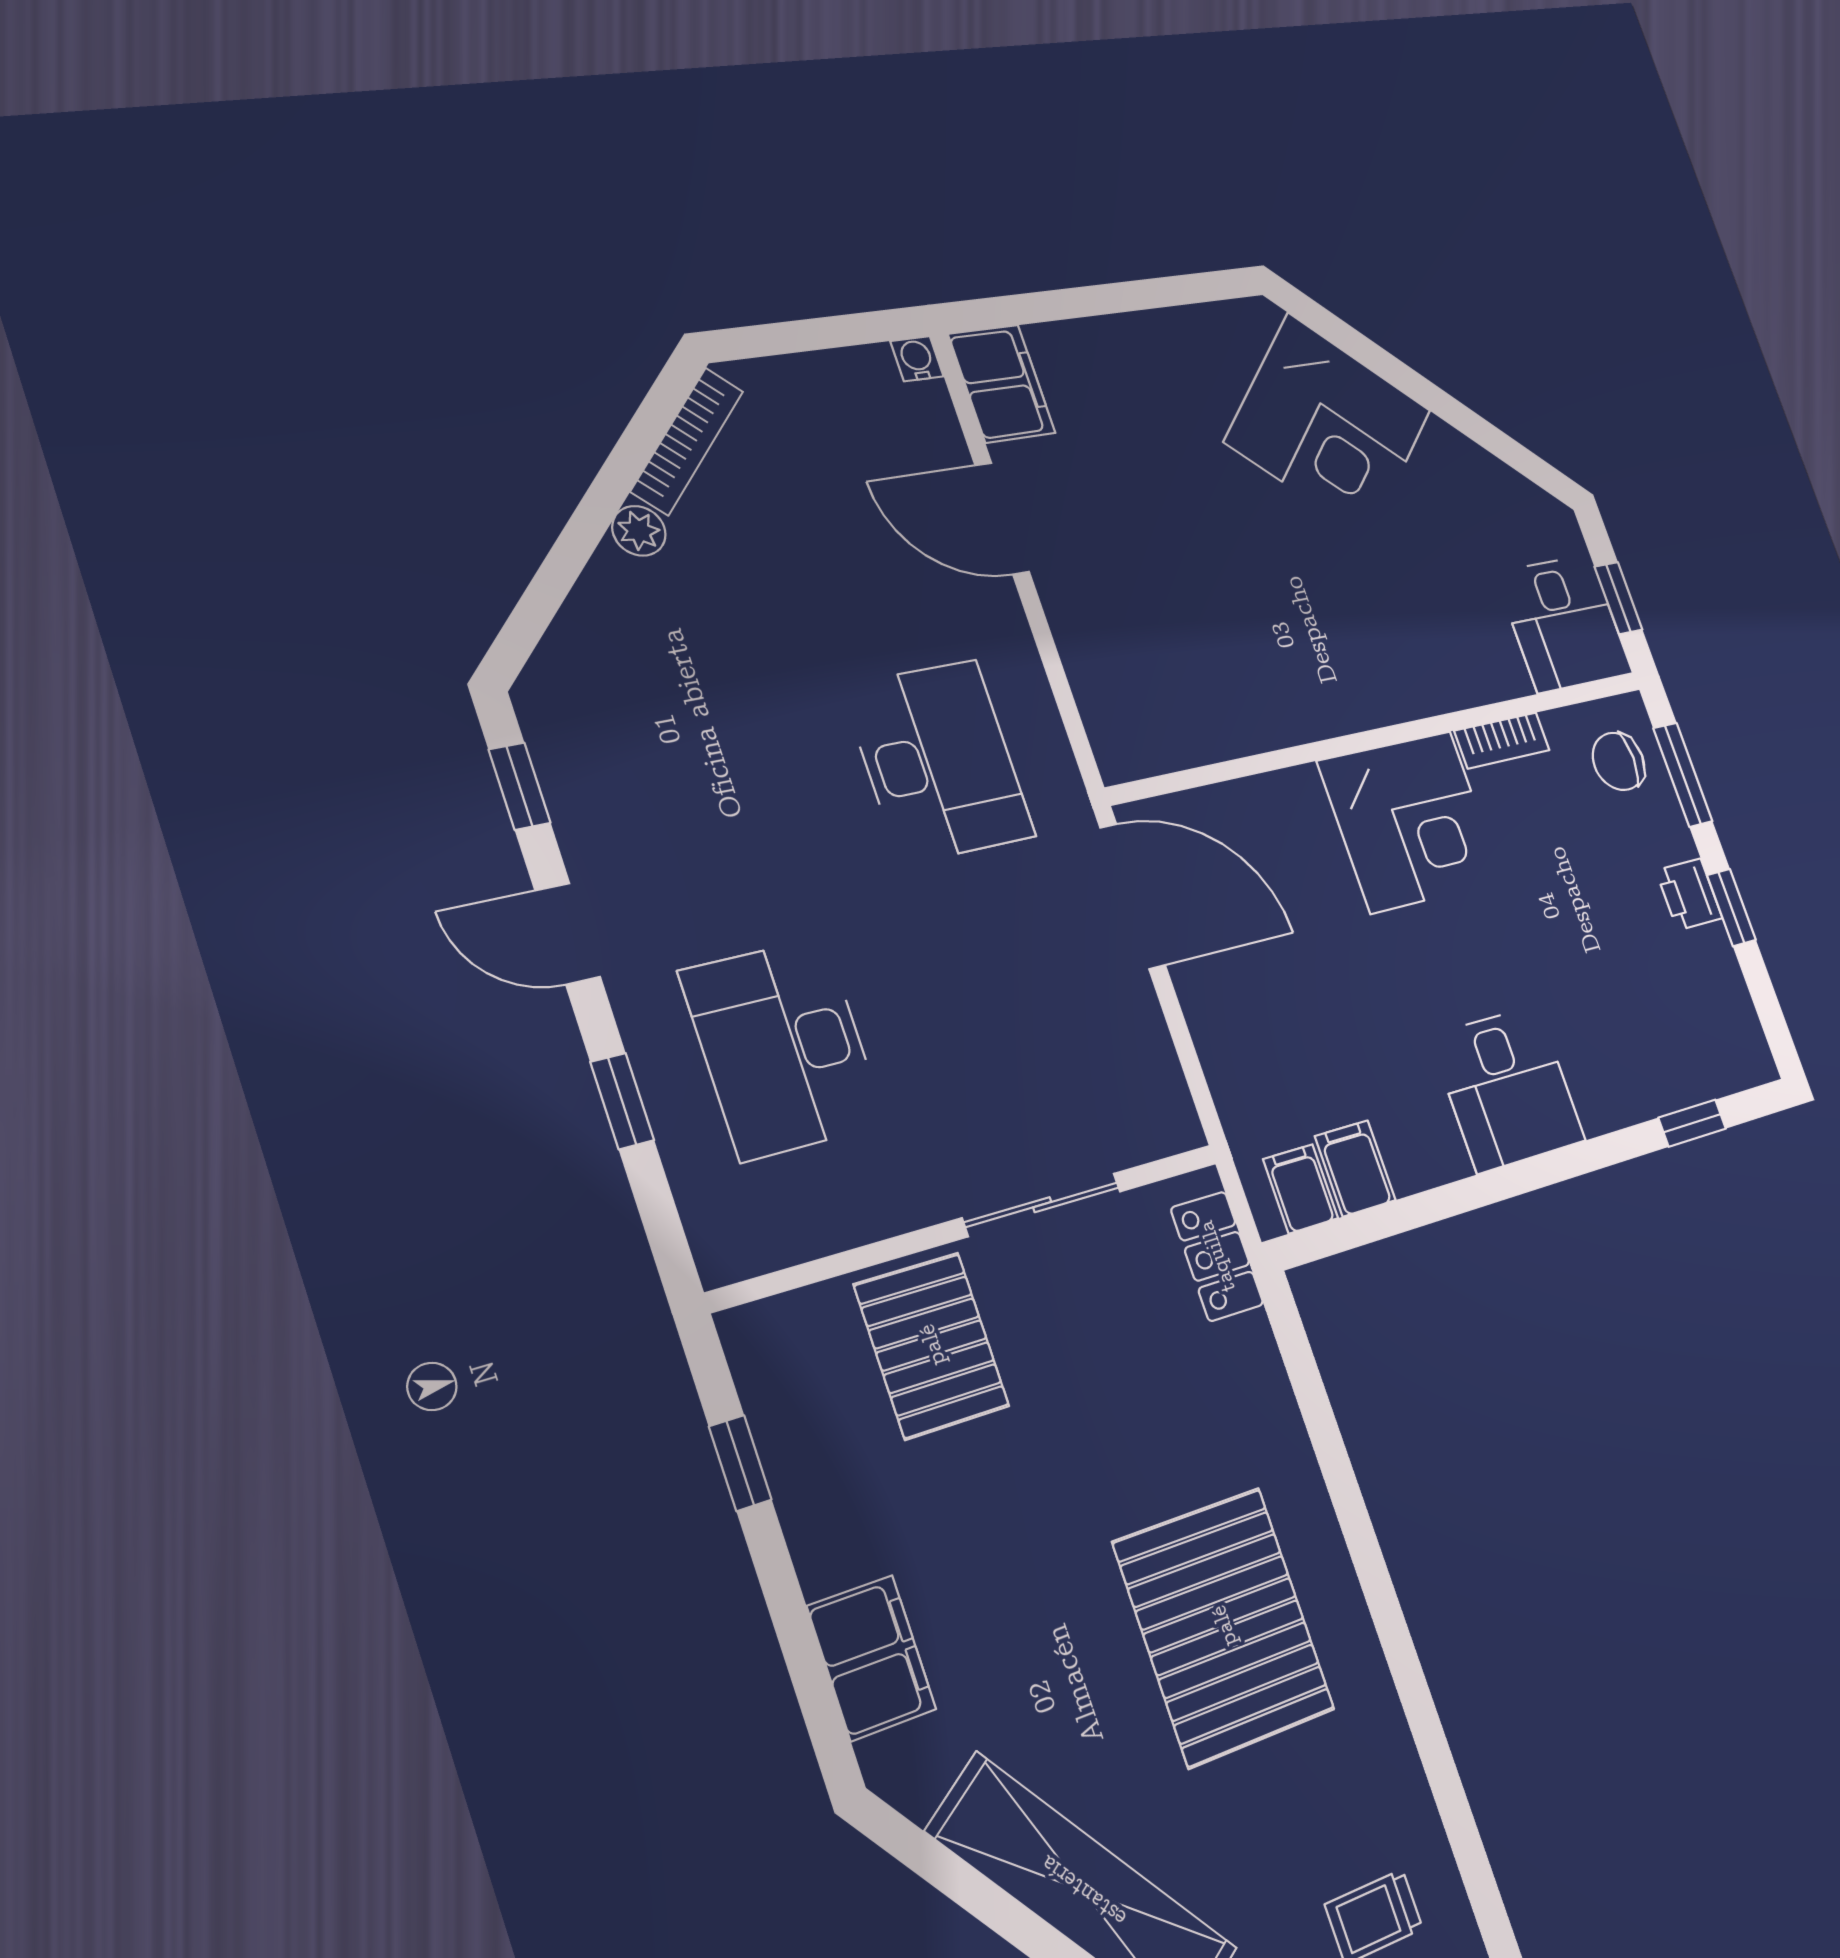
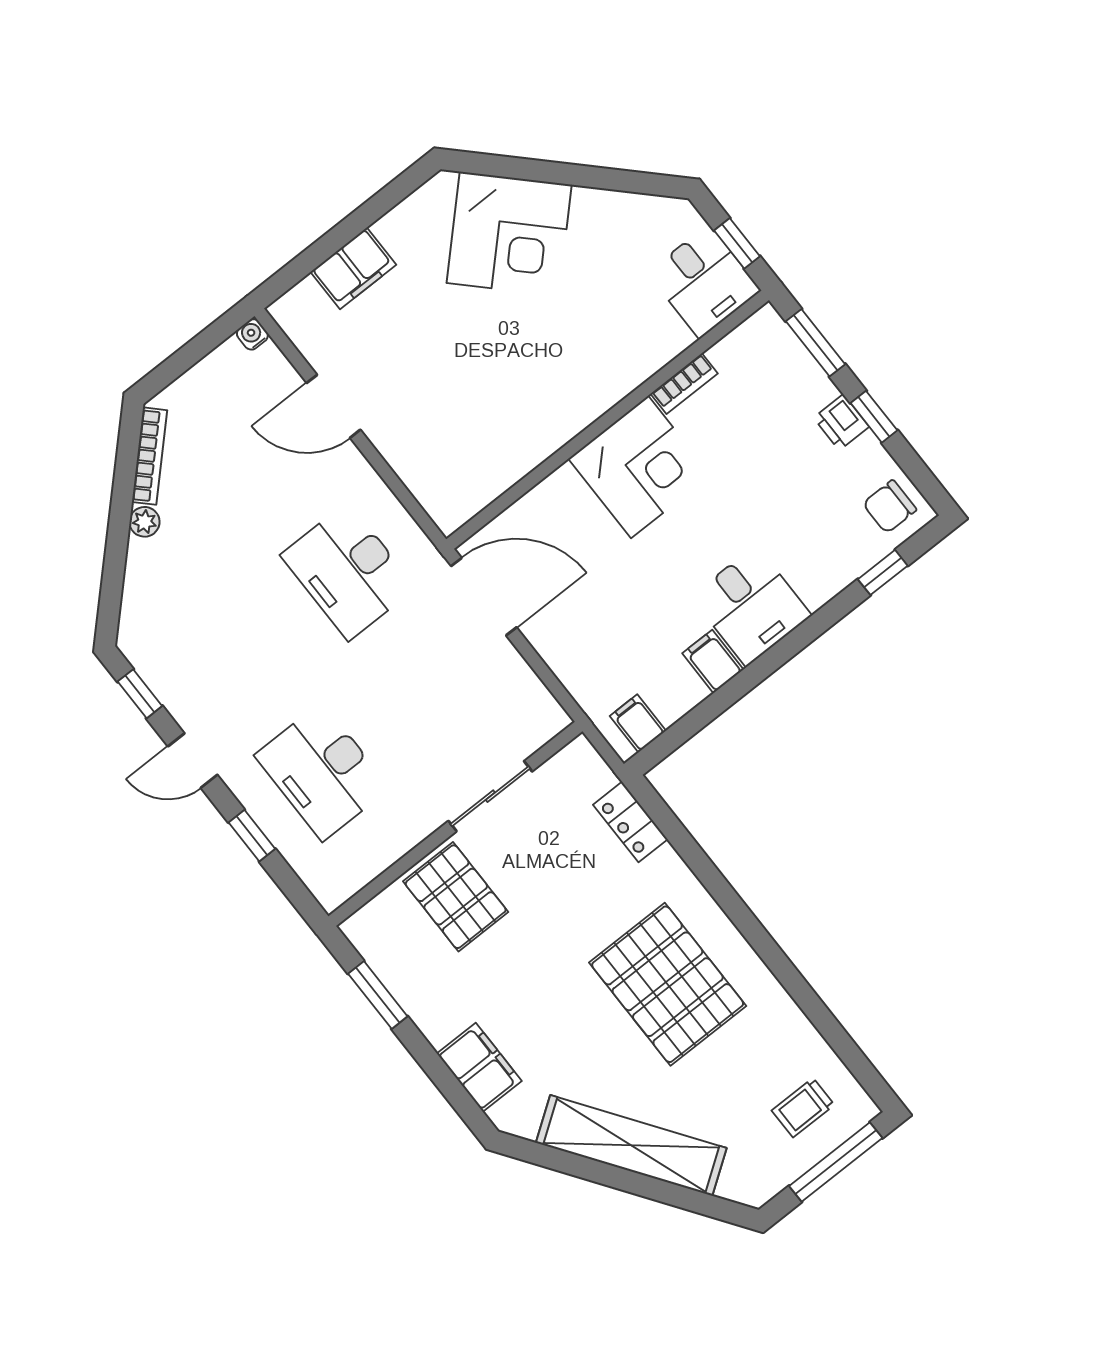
filing cabinet: (1002, 384) -> (353, 268), moved, turned 90
desk: (939, 761) -> (348, 571), turned 180
chair: (1619, 761) -> (890, 507), moved
filing cabinet: (1355, 1168) -> (713, 661), moved
locker: (1217, 1256) -> (630, 822), moved
window: (740, 1463) -> (378, 995), width x1.50

